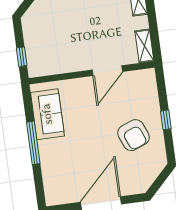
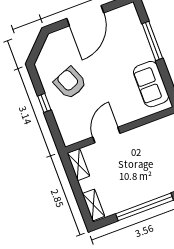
window: (33, 143) -> (152, 41), moved

